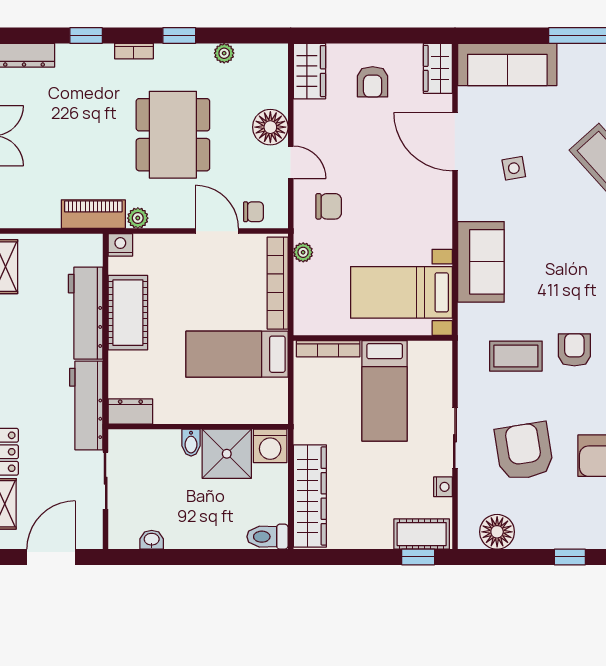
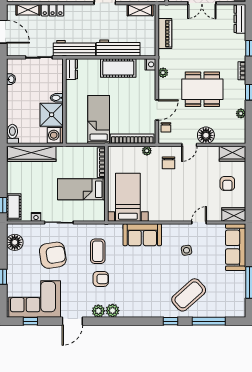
armchair: (373, 82) -> (227, 184), turned -90
door: (455, 142) -> (199, 222), width x0.53
piano: (93, 214) -> (165, 34), moved

